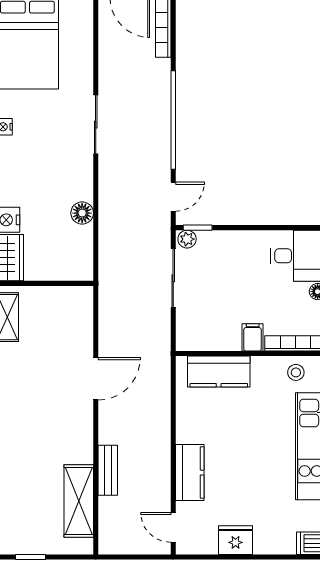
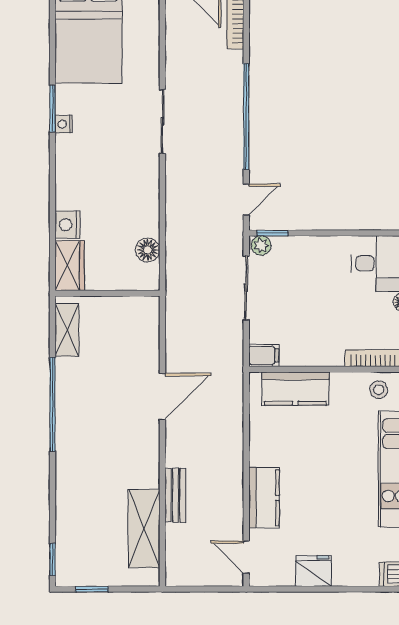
floor lamp: (82, 213) -> (148, 250), moved
filing cabinet: (253, 337) -> (264, 355), moved, turned 90

